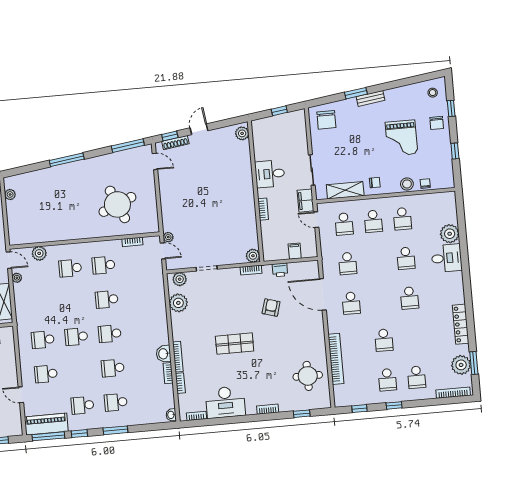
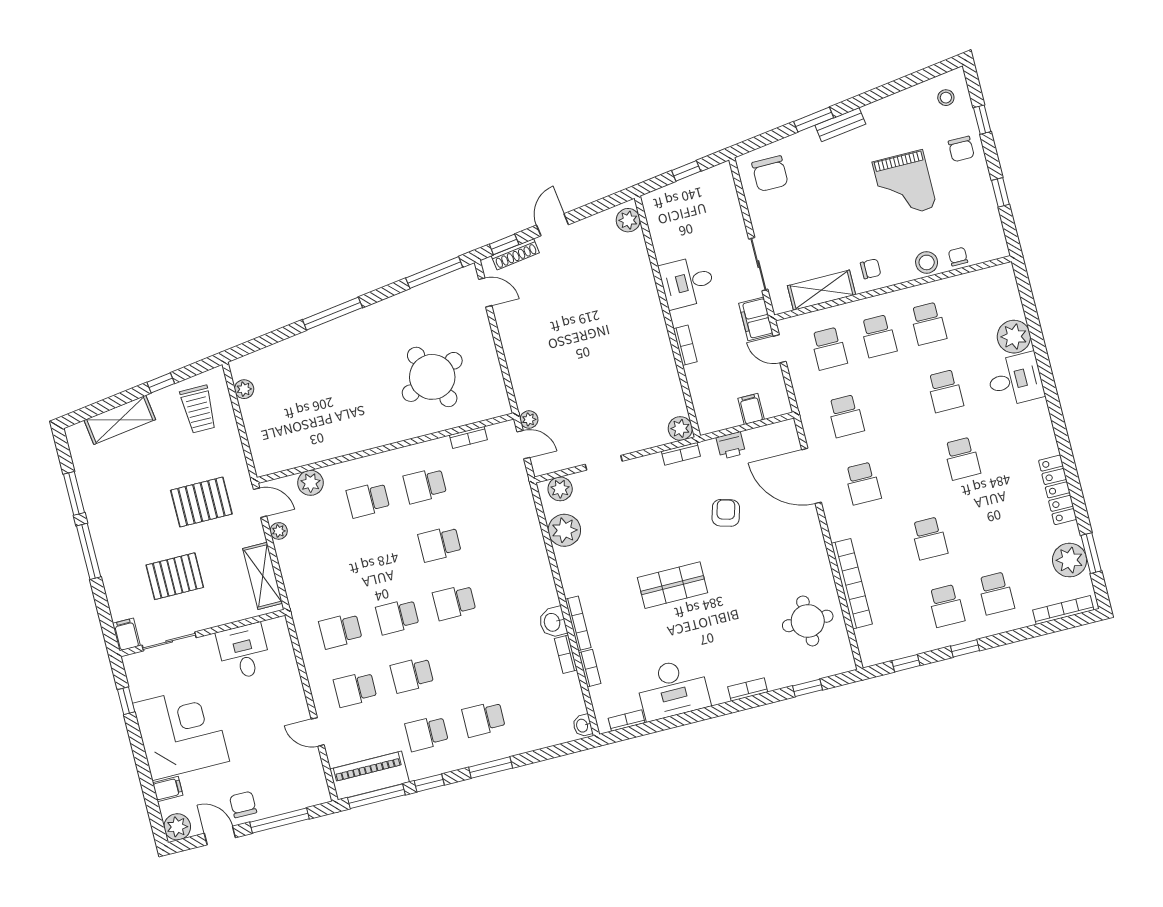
school desk: (113, 368) -> (412, 675), moved

